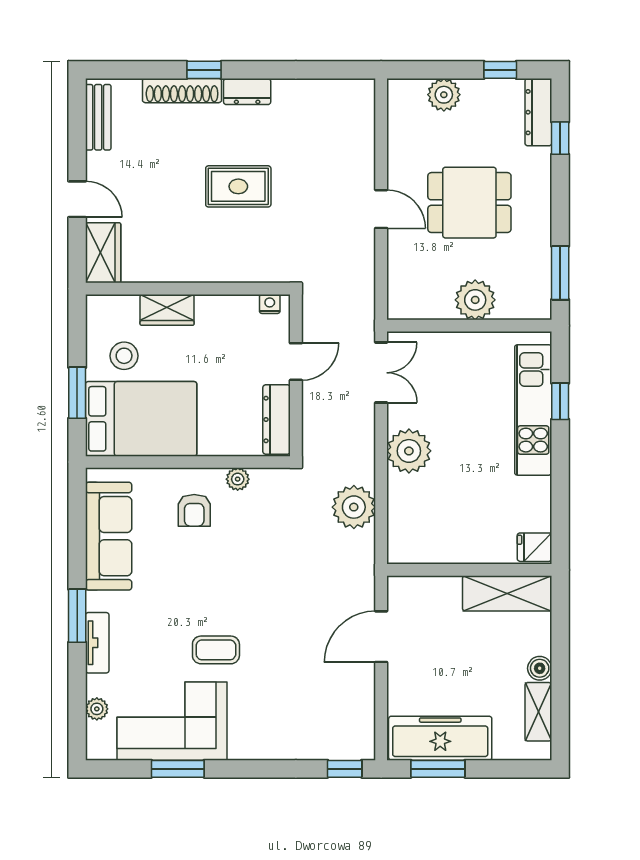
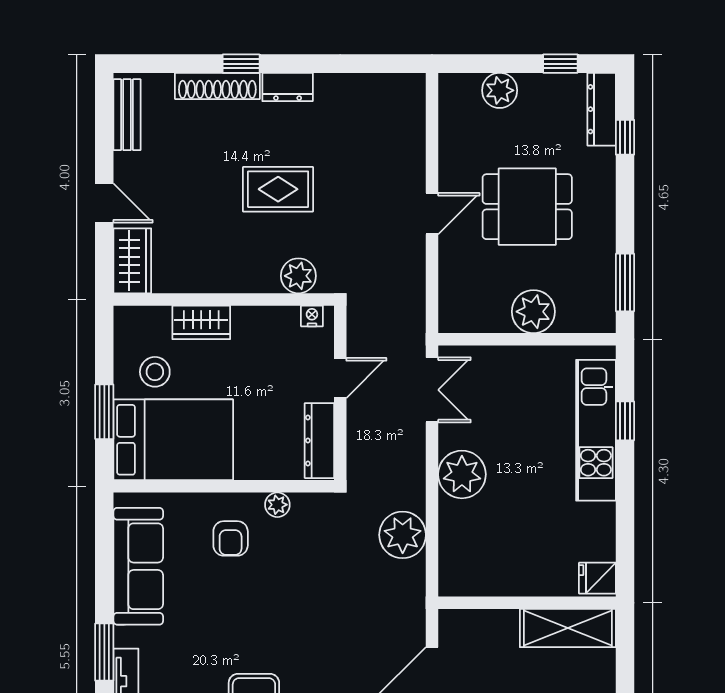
door: (381, 209) -> (432, 214), hinge flipped
plant: (257, 267) -> (298, 276), added

